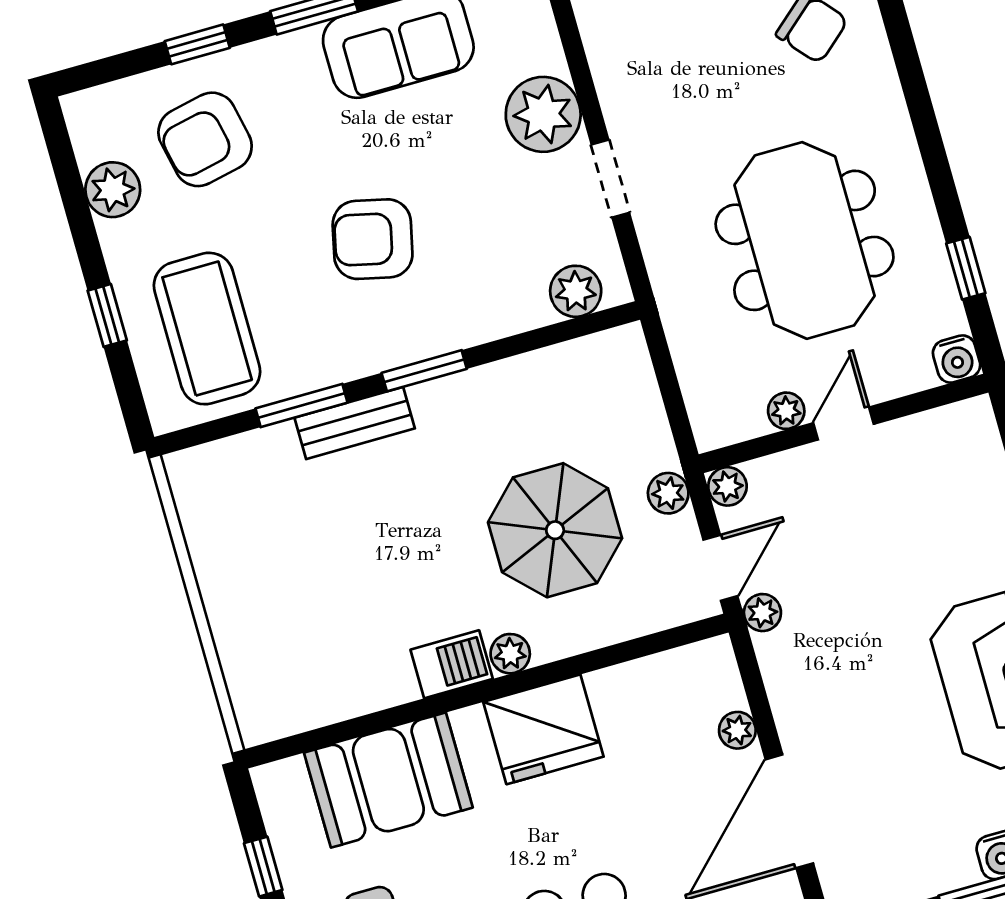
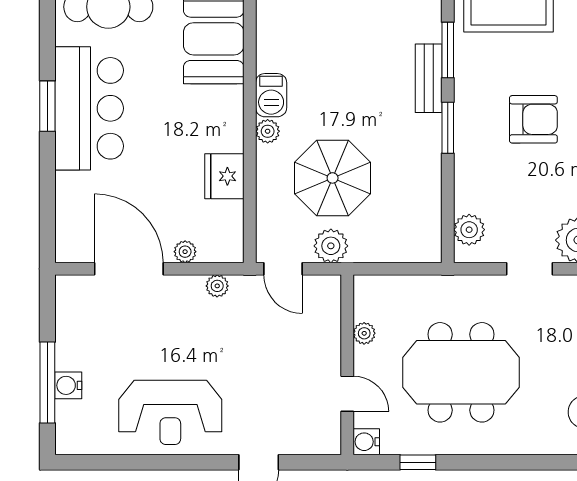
armchair: (373, 239) -> (533, 119), turned 77
door: (843, 423) -> (347, 394), moved
plant: (727, 486) -> (330, 286), removed
plant: (668, 493) -> (331, 246), width x1.38, depth x1.38
plant: (762, 613) -> (217, 286), moved
fridge: (543, 729) -> (224, 176), moved, width x0.73, depth x0.75

